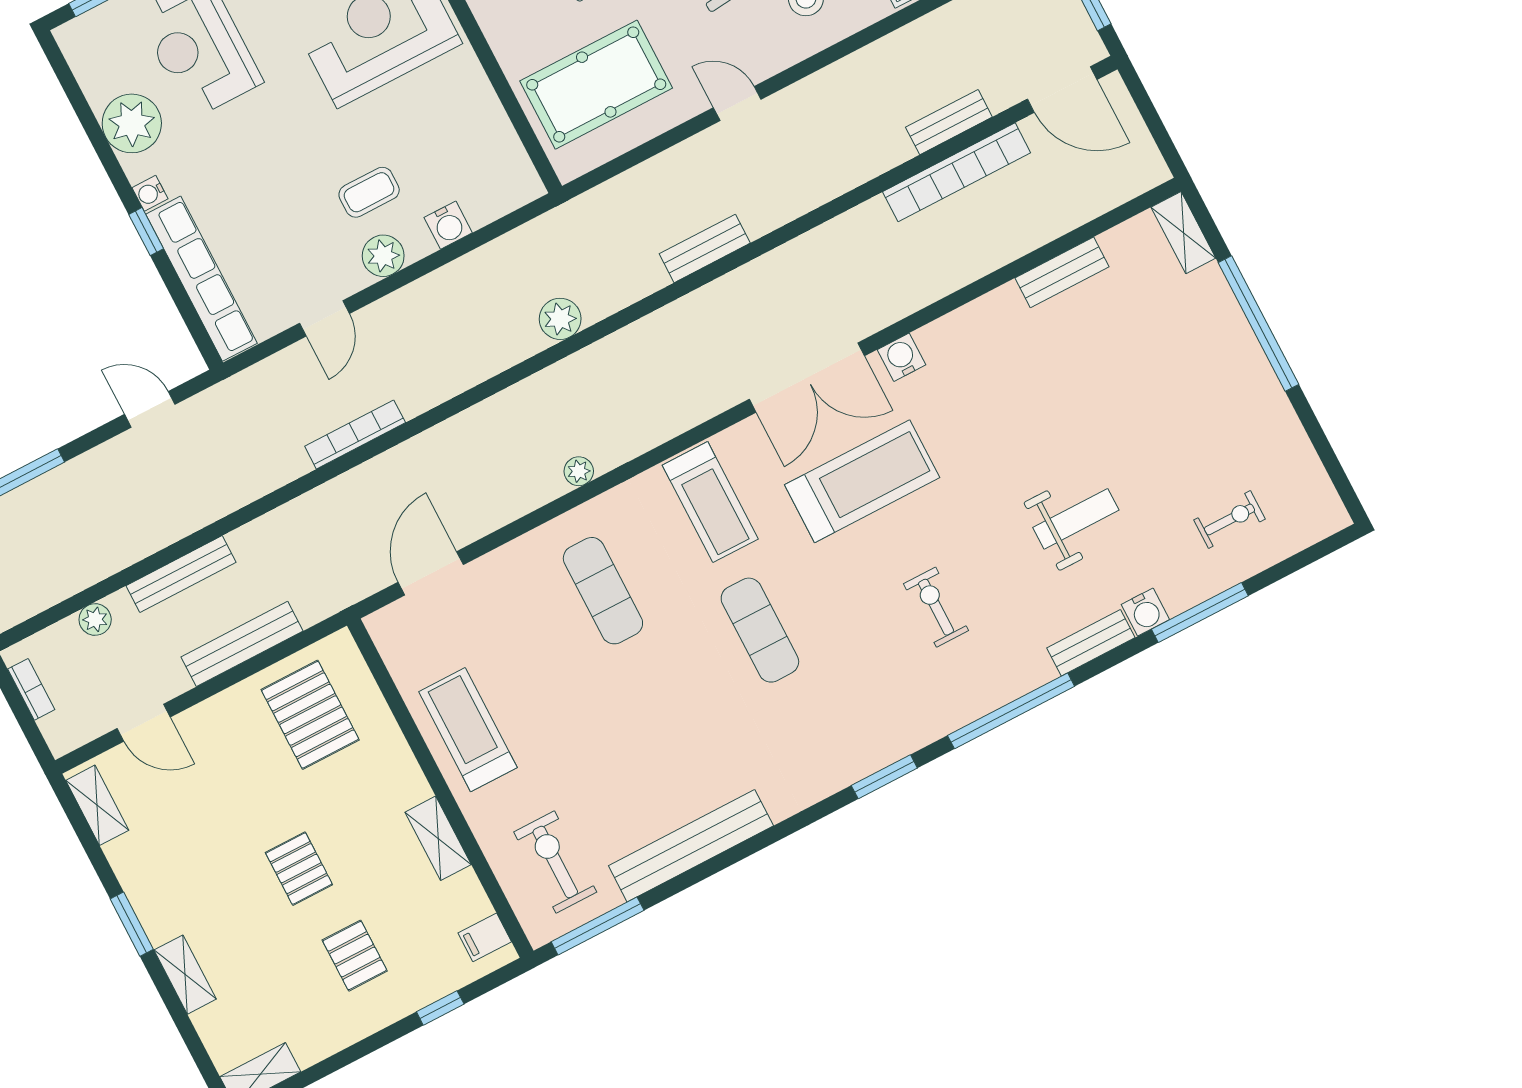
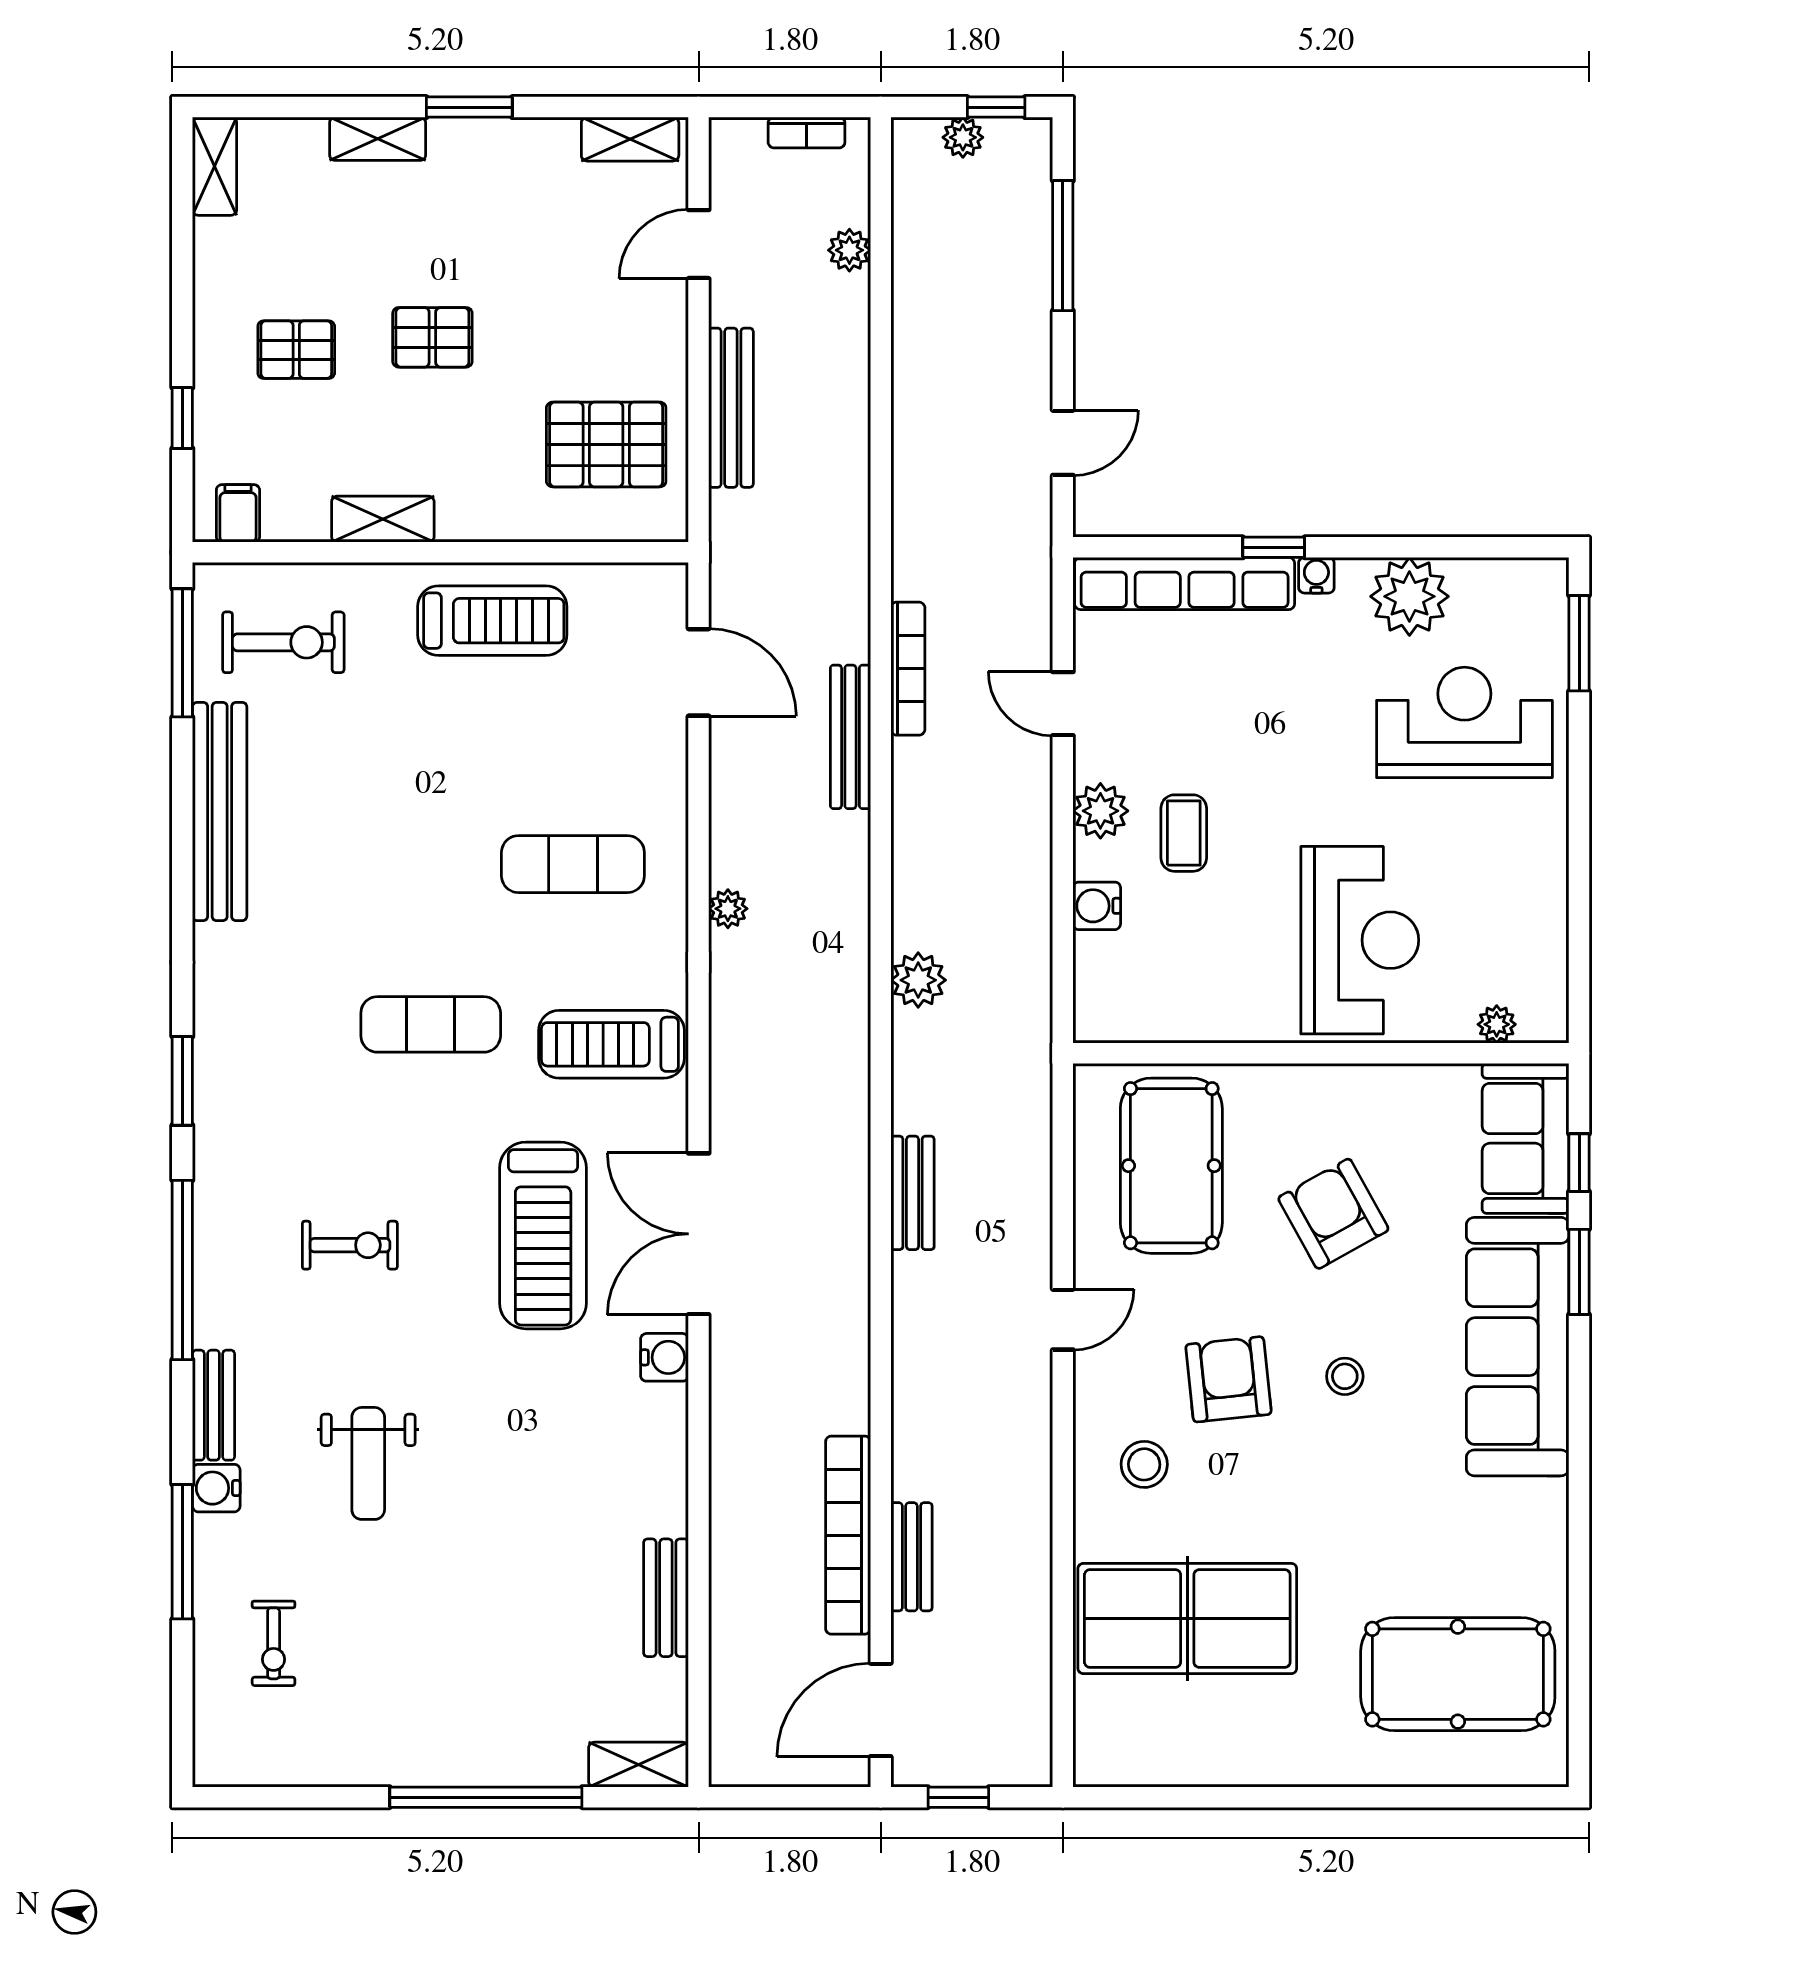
bench: (181, 574) -> (850, 737), moved

